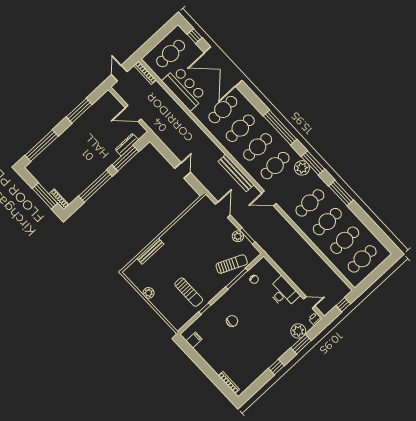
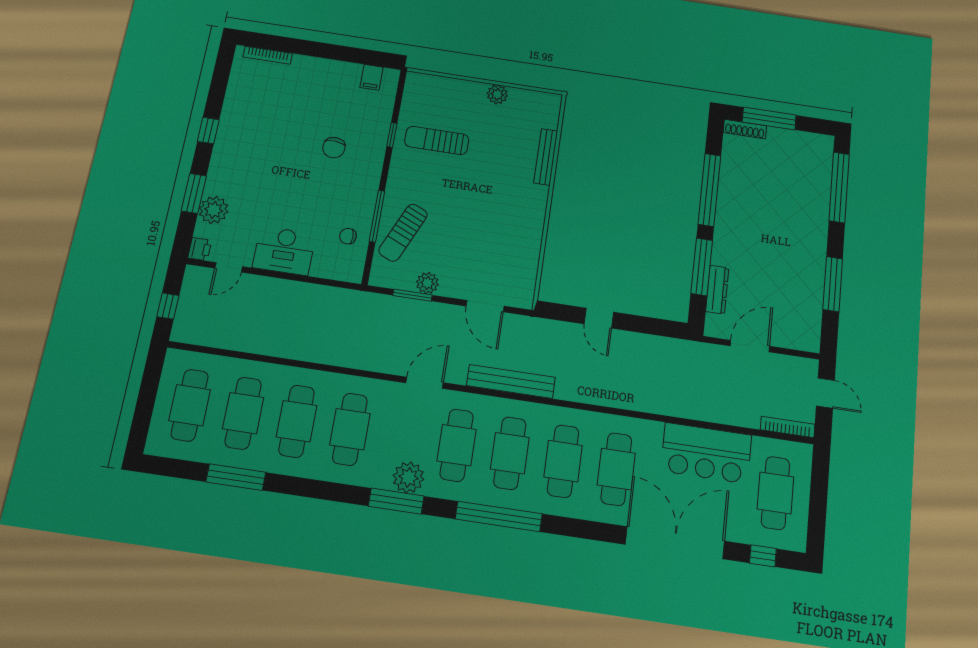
window: (341, 193) -> (236, 477), moved

